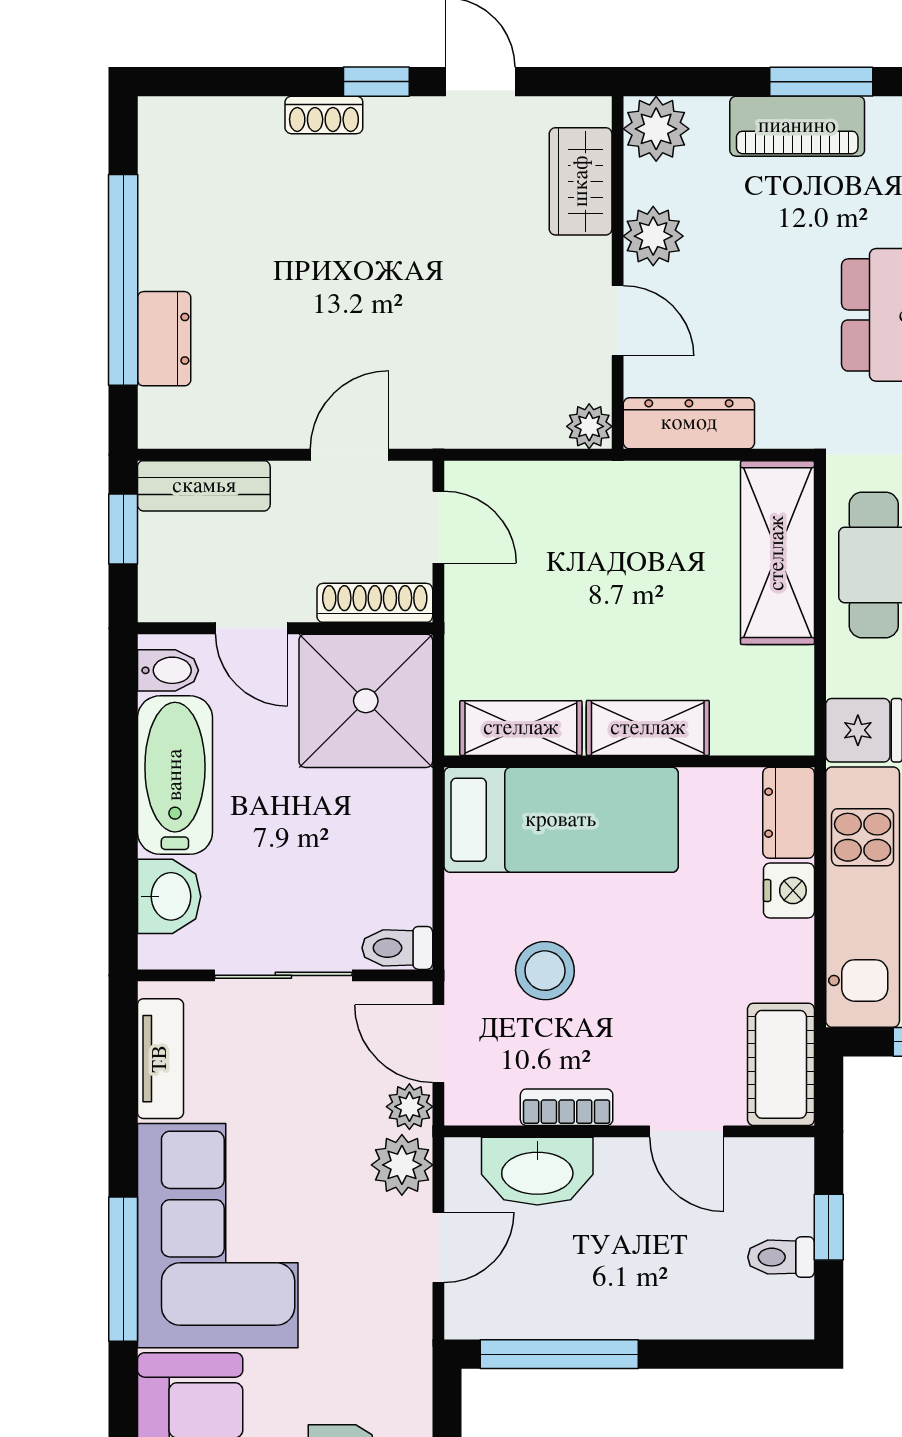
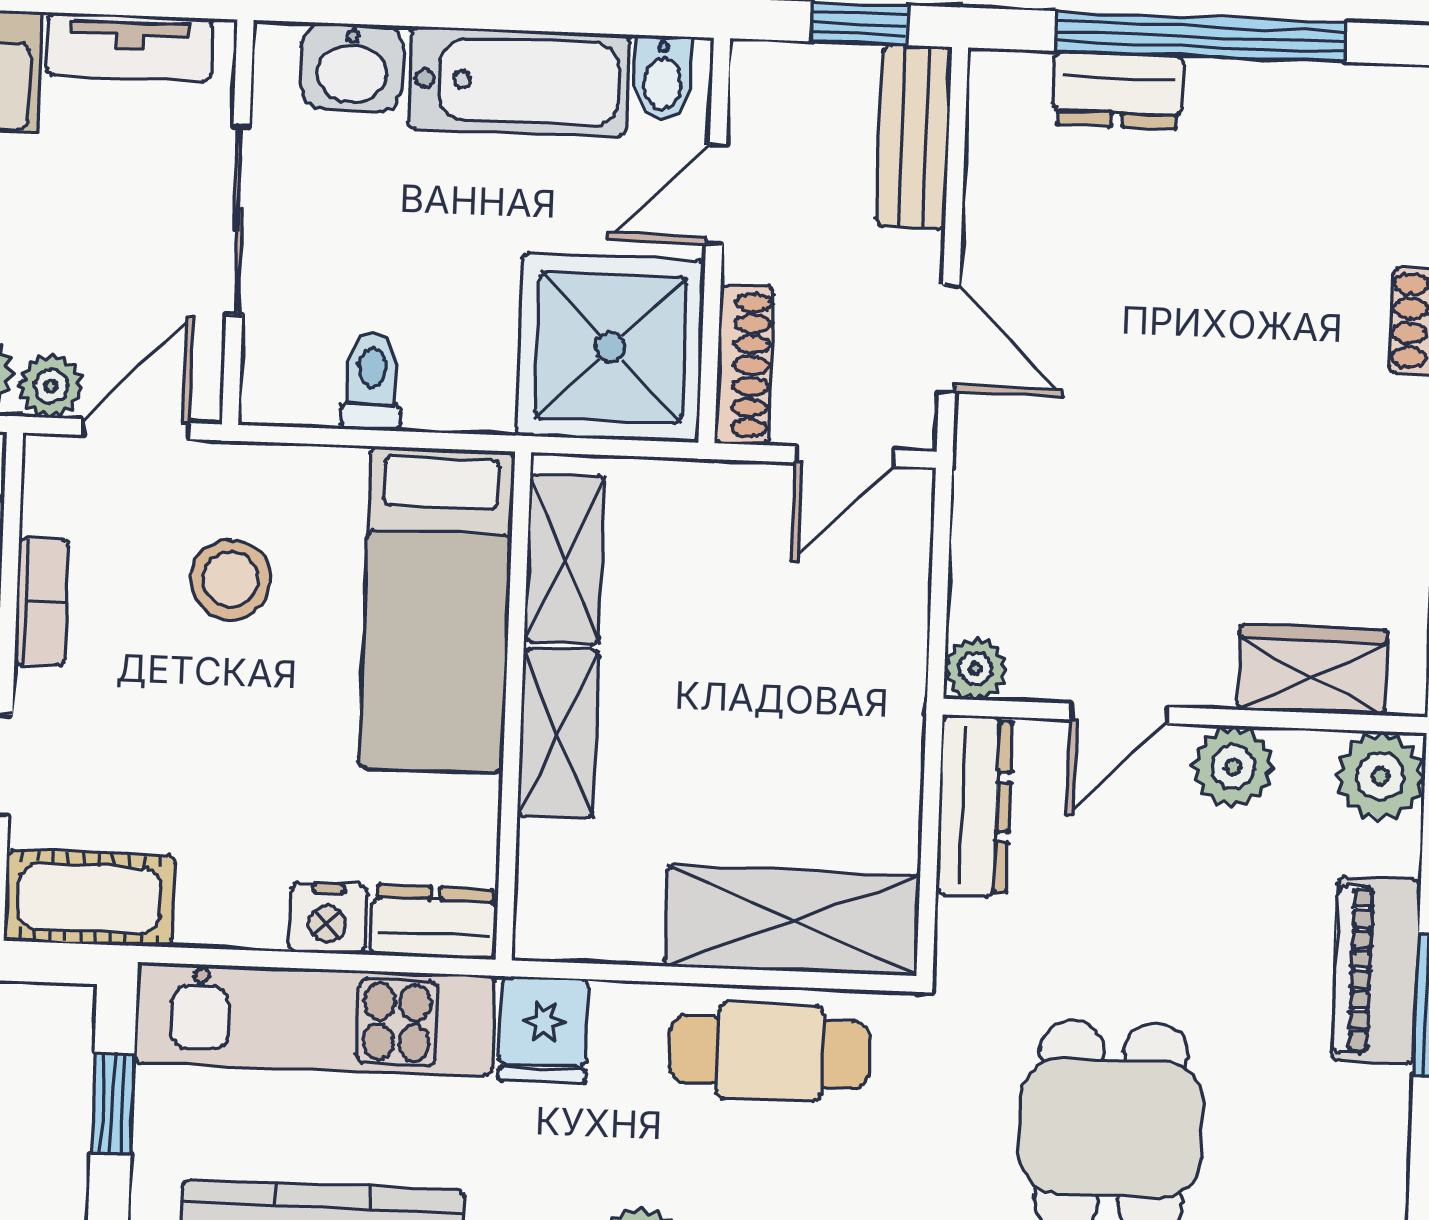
toilet: (397, 948) -> (372, 382), moved

